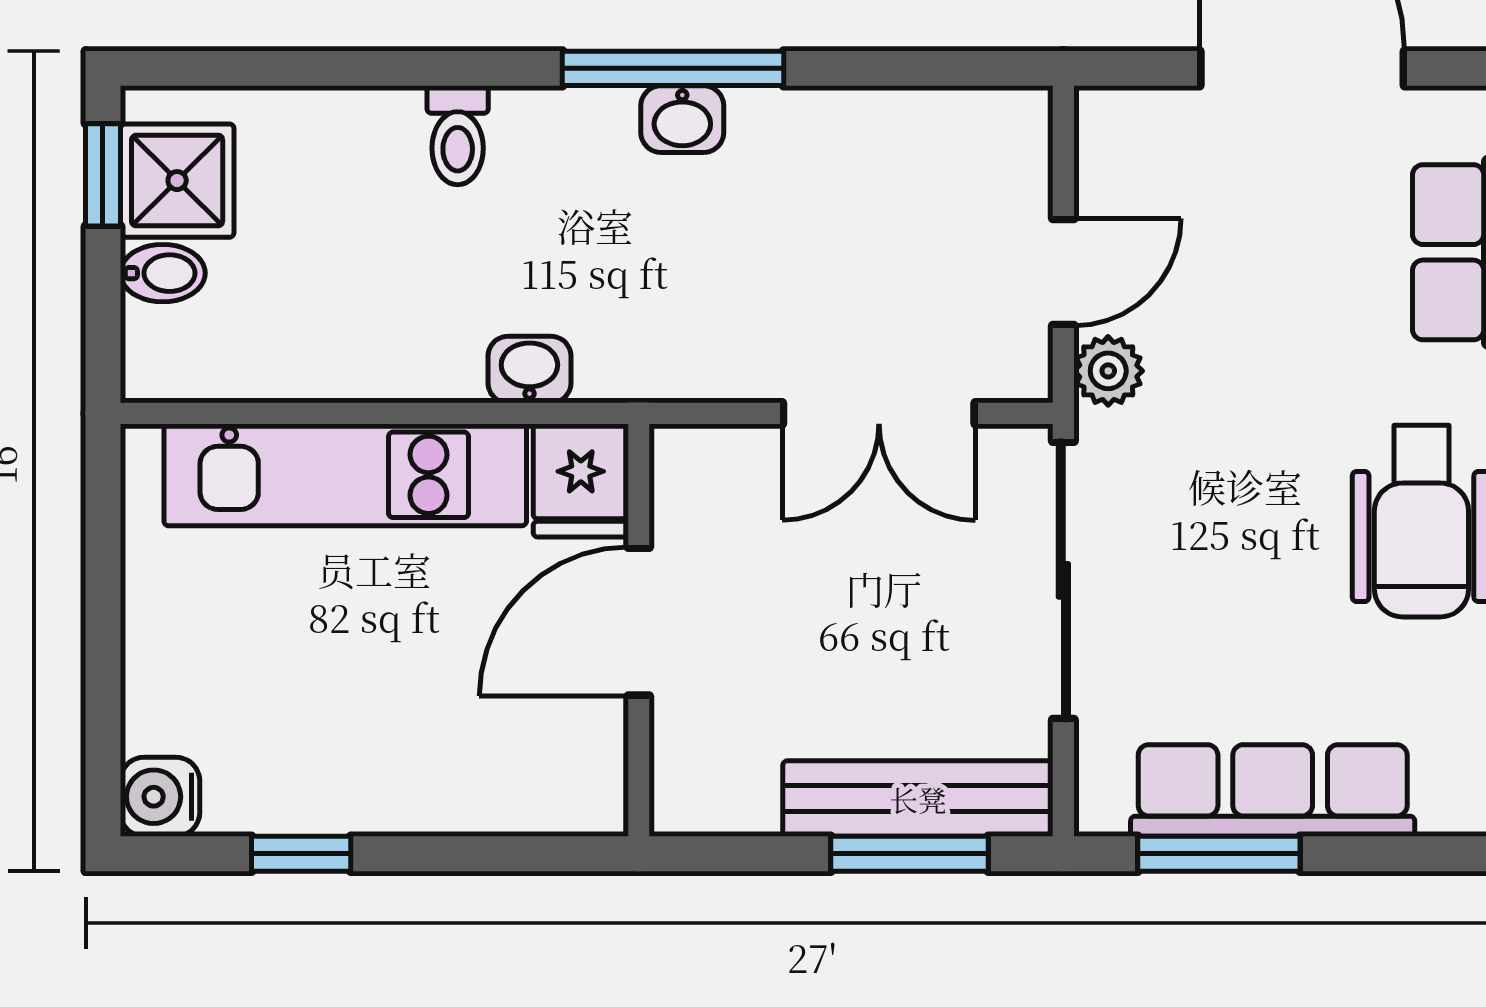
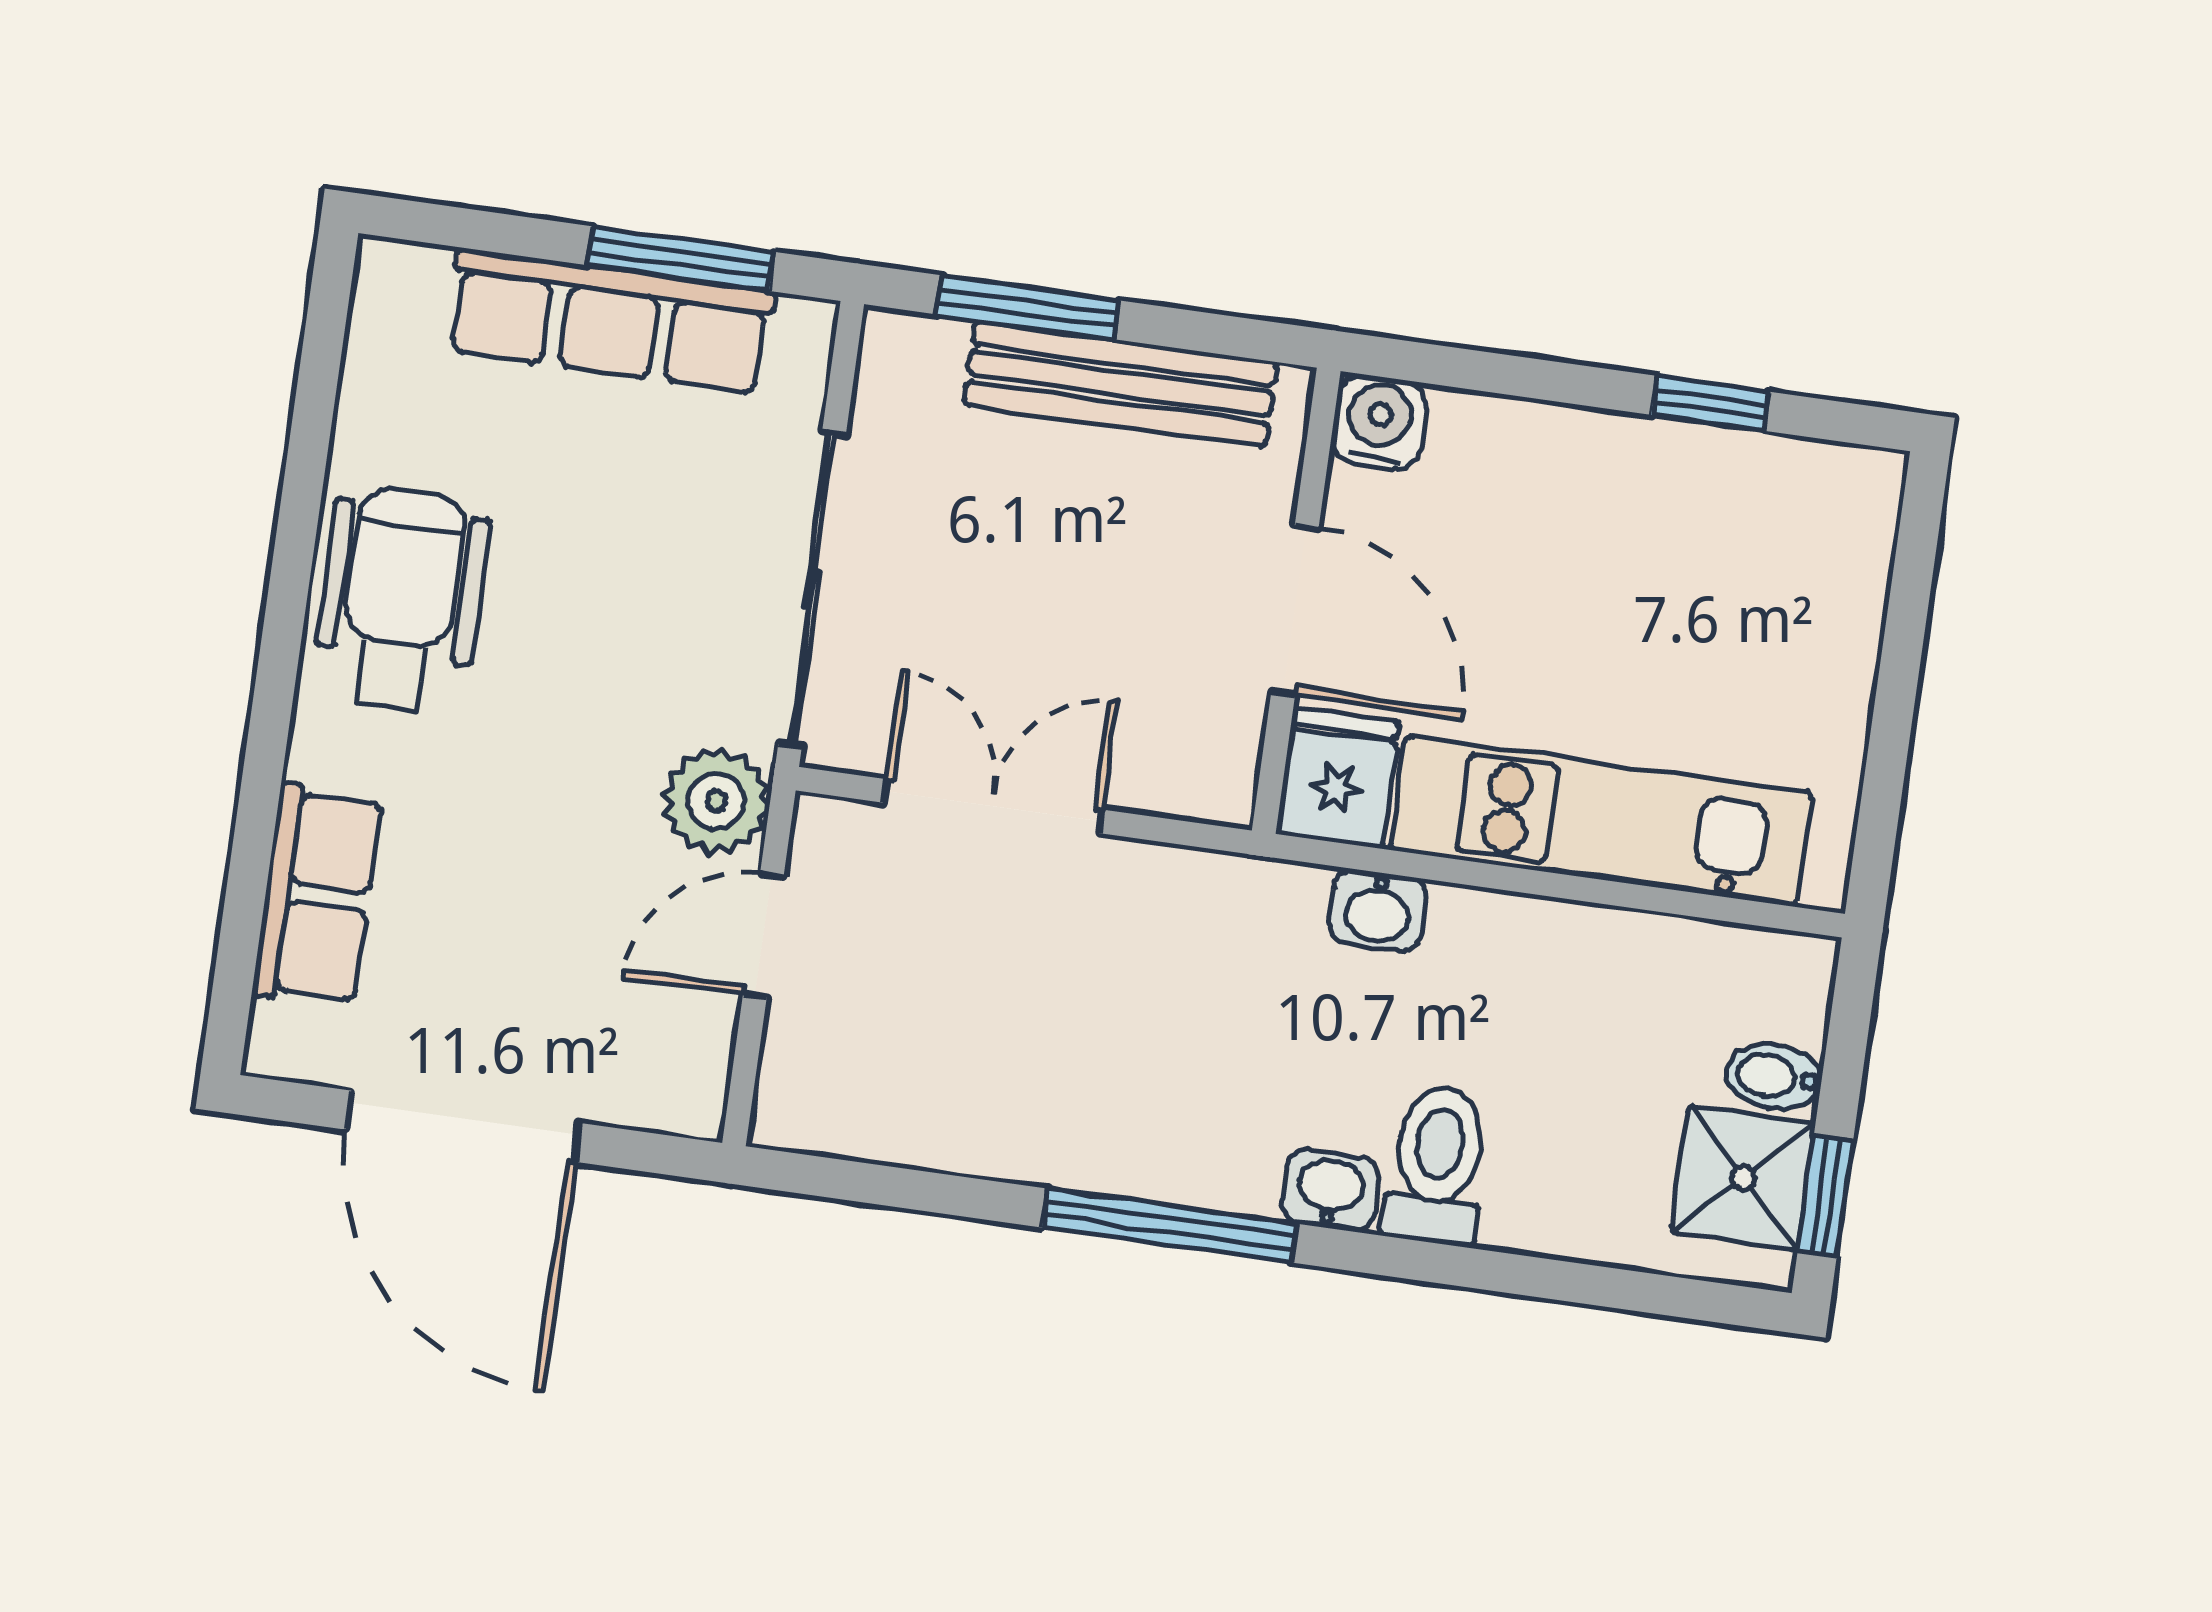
washbasin: (682, 119) -> (1330, 1190), moved
toilet: (458, 135) -> (1437, 1165), width x1.37, depth x1.39
plant: (1108, 371) -> (716, 801), width x1.38, depth x1.38
door: (639, 622) -> (1295, 610), hinge flipped
water cooler: (160, 797) -> (1379, 422), moved, turned -90
bench: (918, 799) -> (1121, 383), moved

